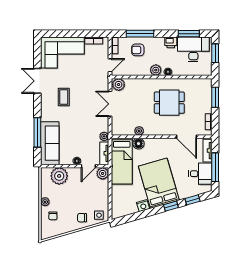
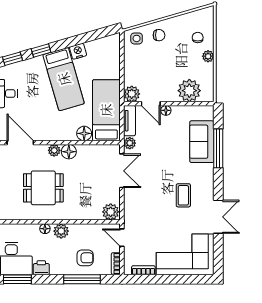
door: (110, 65) -> (122, 238), hinge flipped
double door: (110, 104) -> (122, 171), moved
floor lamp: (150, 130) -> (69, 152), added
plant: (139, 131) -> (54, 150), moved
sofa: (50, 143) -> (202, 142), width x0.73
door: (88, 166) -> (151, 104), swing flipped
bed: (159, 183) -> (64, 79), width x0.67

